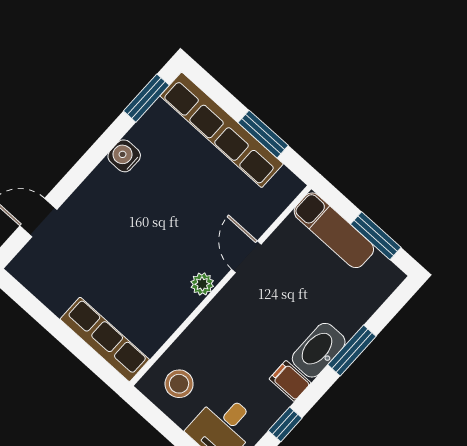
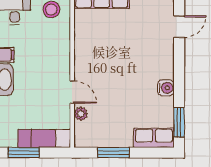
row of seats: (222, 130) -> (154, 138), width x0.50
plant: (202, 284) -> (81, 114), moved

